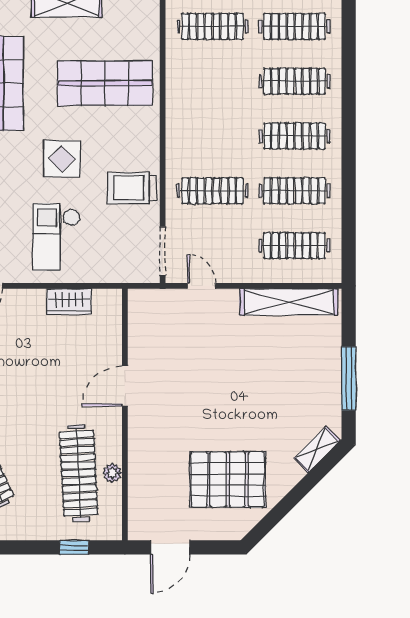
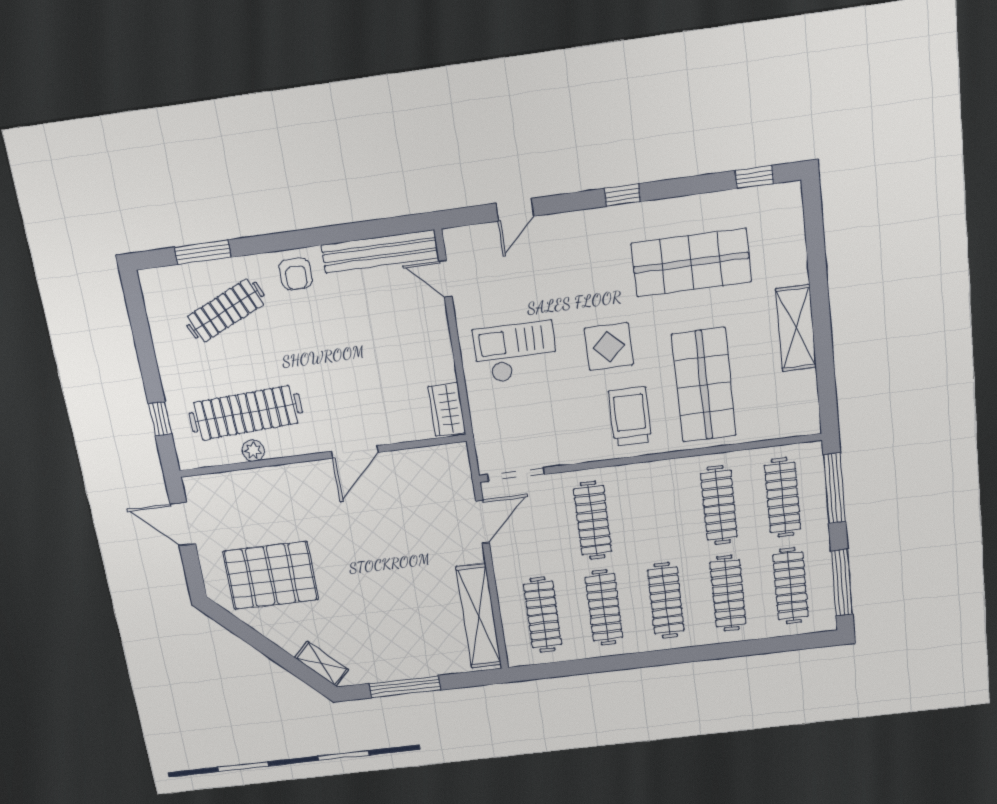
clothes rail: (212, 81) -> (719, 505), added
trolley: (132, 188) -> (630, 416), moved
door: (202, 286) -> (483, 522), width x1.38
wardrobe: (69, 302) -> (447, 409), moved
door: (125, 386) -> (355, 452), swing flipped
pallet: (228, 479) -> (271, 576), turned 90

